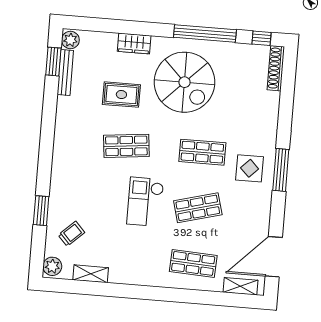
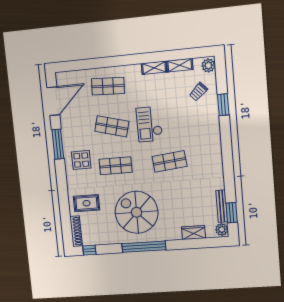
window: (205, 34) -> (144, 247), moved
wardrobe: (134, 43) -> (194, 233), moved
rug: (121, 95) -> (86, 203), moved
window: (281, 170) -> (58, 144), moved
checkout: (145, 202) -> (149, 124), turned 180
shop shelf: (198, 208) -> (112, 126), turned 30
shelving: (240, 286) -> (154, 68), moved

